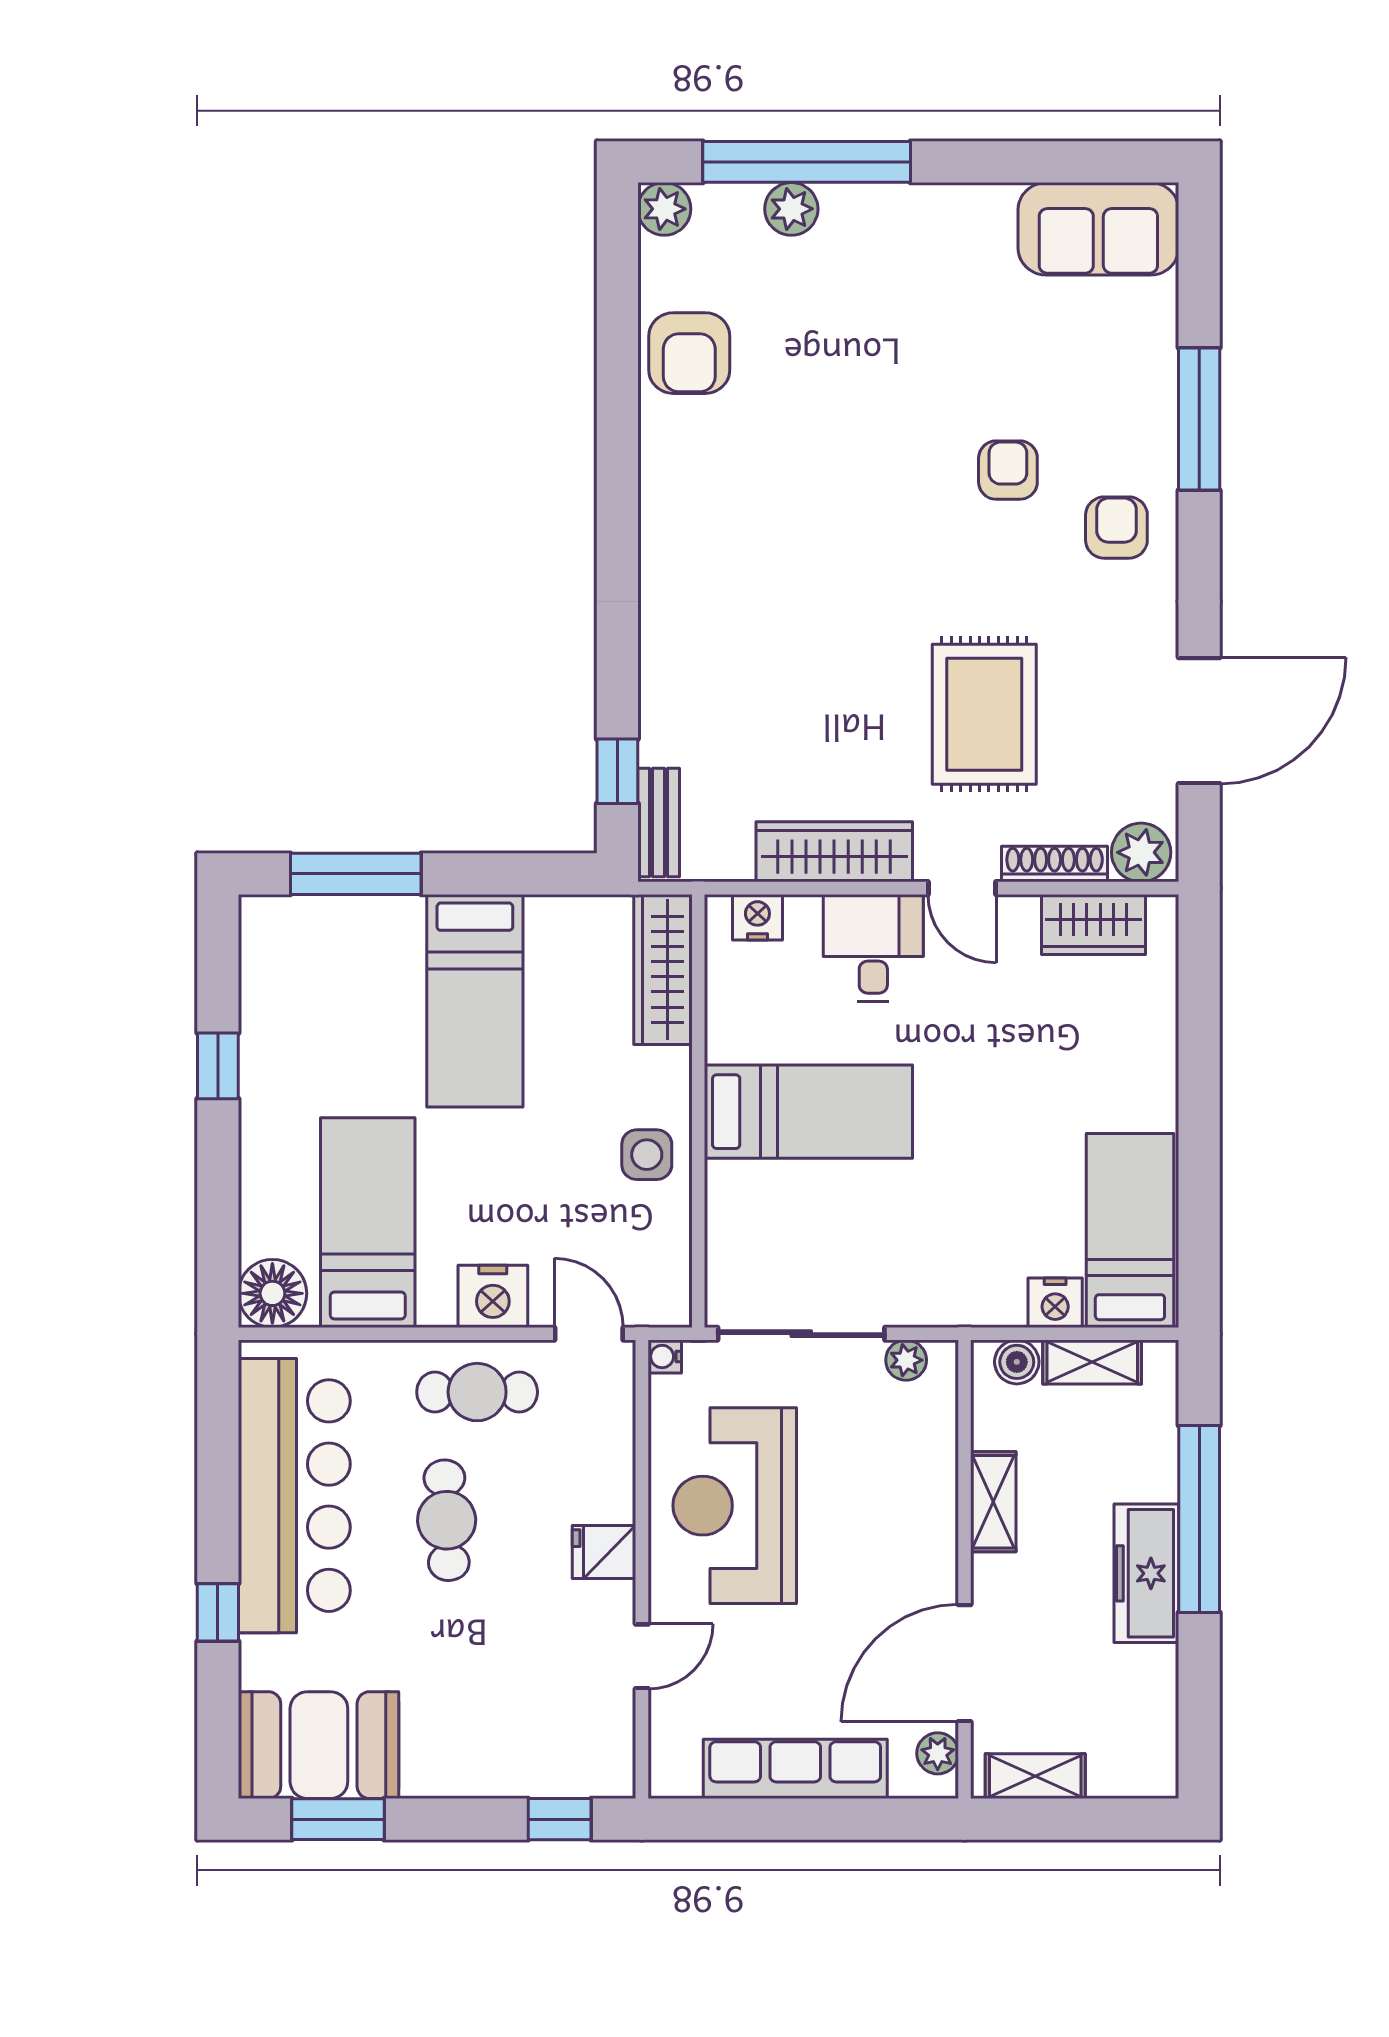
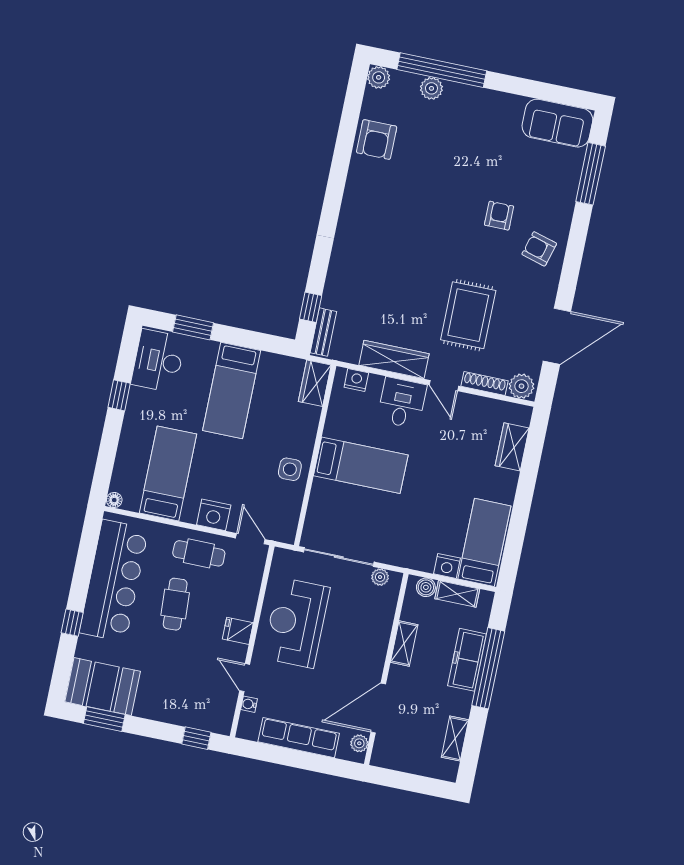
window: (1199, 419) -> (591, 174), moved
armchair: (1116, 528) -> (539, 249), turned -74
window: (356, 874) -> (193, 327), width x0.69
wardrobe: (1093, 924) -> (512, 447), moved, turned 90
desk: (292, 968) -> (158, 361), added
wardrobe: (663, 969) -> (315, 383), width x0.67
floor lamp: (272, 1293) -> (114, 500), width x0.53, depth x0.53
water cooler: (665, 1357) -> (249, 704), moved
freezer: (1146, 1573) -> (467, 660), moved
door: (642, 1656) -> (245, 678), swing flipped
shelving: (1035, 1776) -> (455, 739), moved, turned 90

